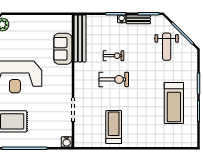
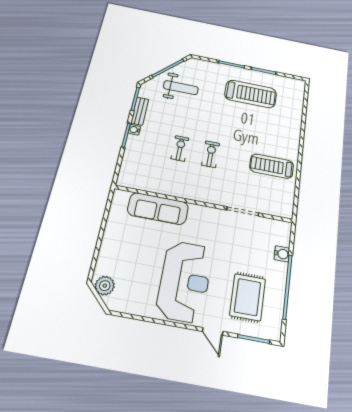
bench: (80, 38) -> (149, 184), removed
sofa: (63, 49) -> (158, 209), width x1.36
exercise bike: (114, 79) -> (211, 154), width x0.73, depth x0.72
water cooler: (67, 142) -> (282, 254), moved

